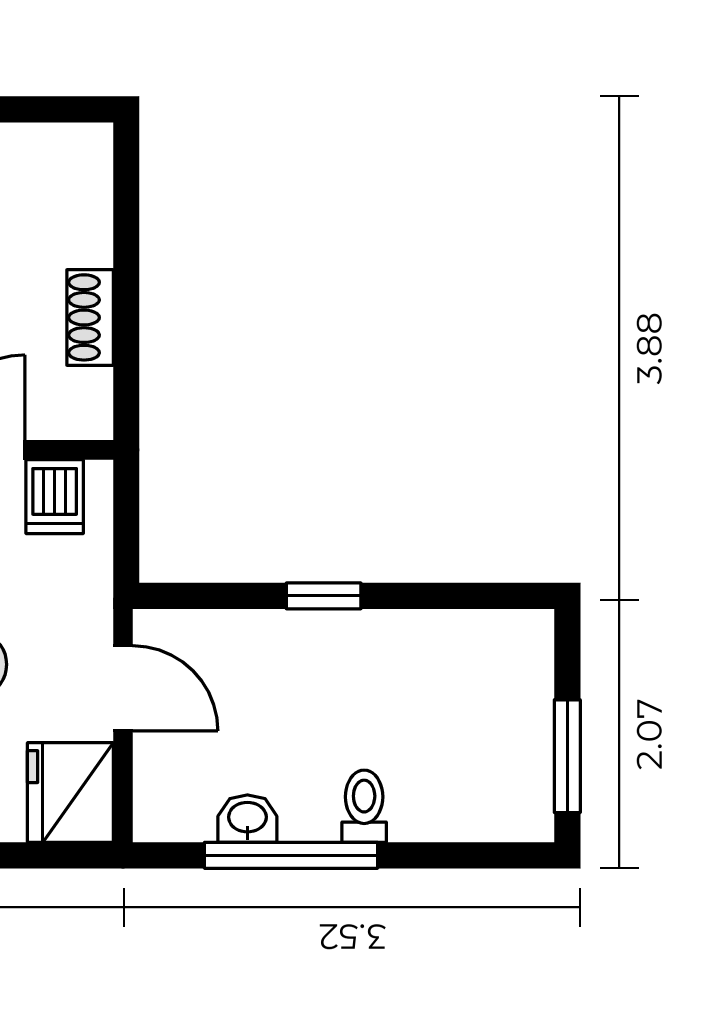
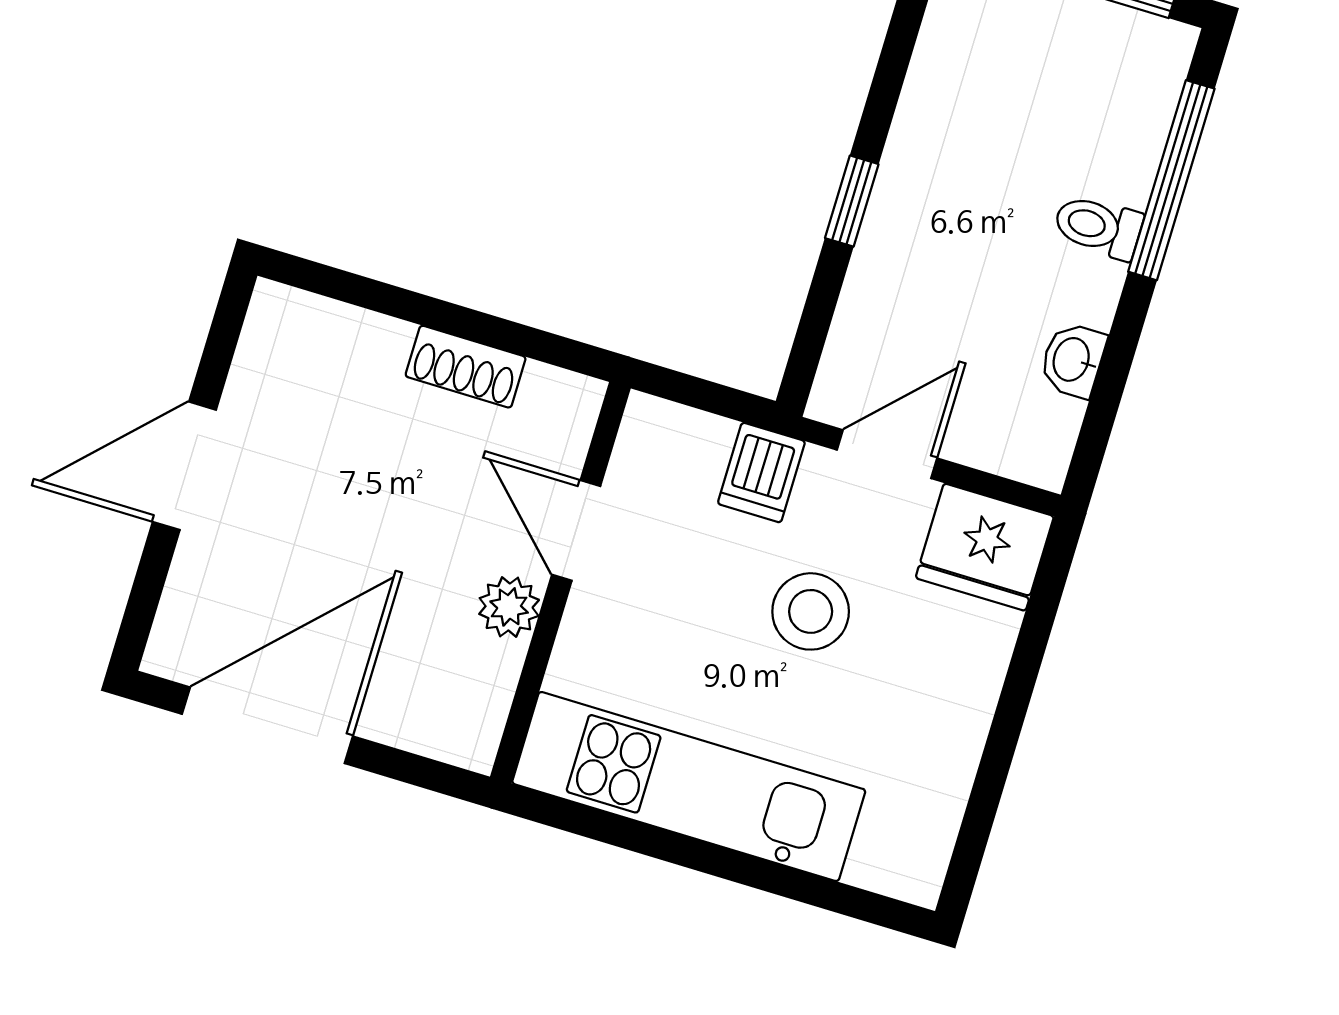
dishwasher: (55, 497) -> (761, 473), moved, turned 90
window: (291, 855) -> (1171, 180), moved

